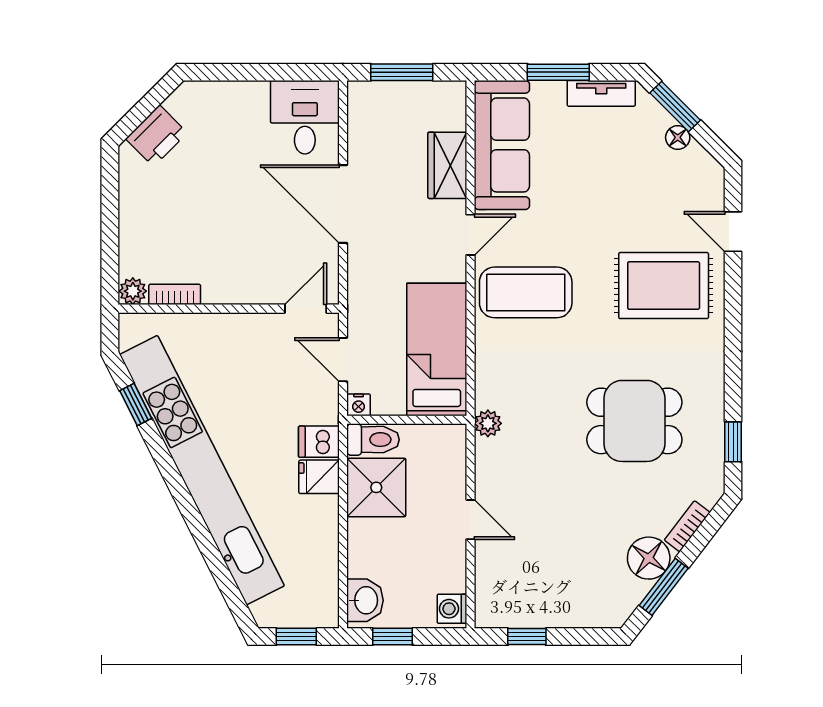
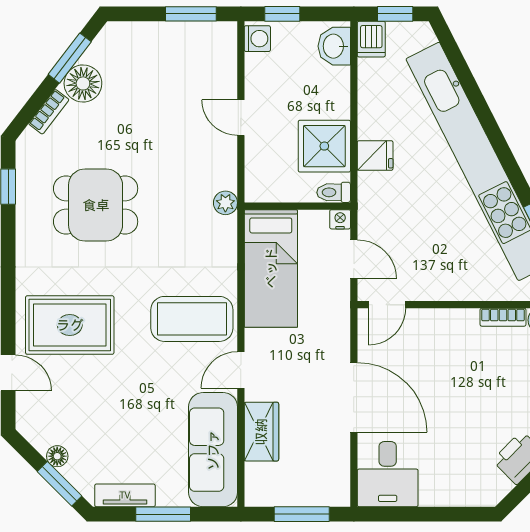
toilet: (373, 440) -> (334, 192), width x0.73, depth x0.72
dishwasher: (319, 442) -> (371, 39), moved, turned 90
window: (393, 637) -> (282, 14), moved
window: (527, 637) -> (191, 14), width x1.50

